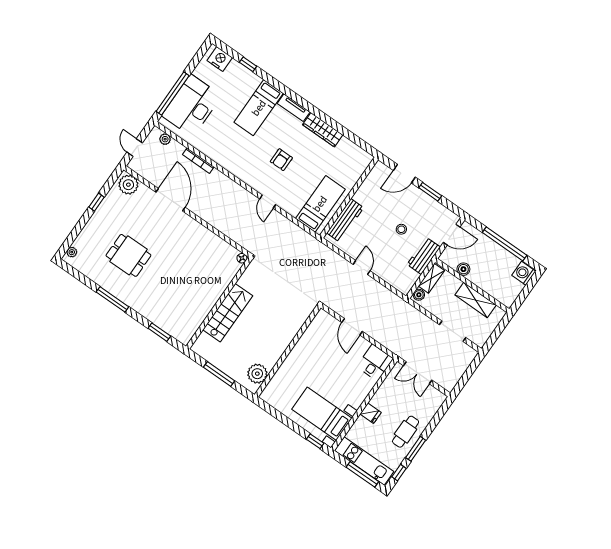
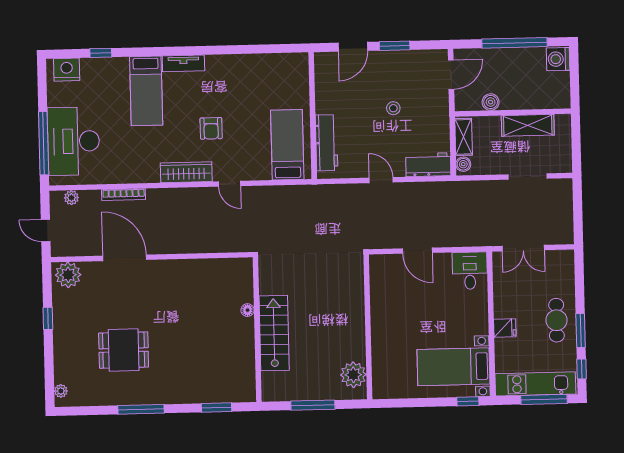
wardrobe: (323, 130) -> (186, 172), moved, turned 180
workbench: (424, 256) -> (428, 165), moved, turned 90
floor lamp: (242, 258) -> (248, 310), moved

